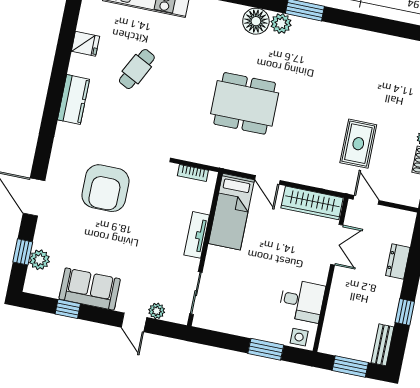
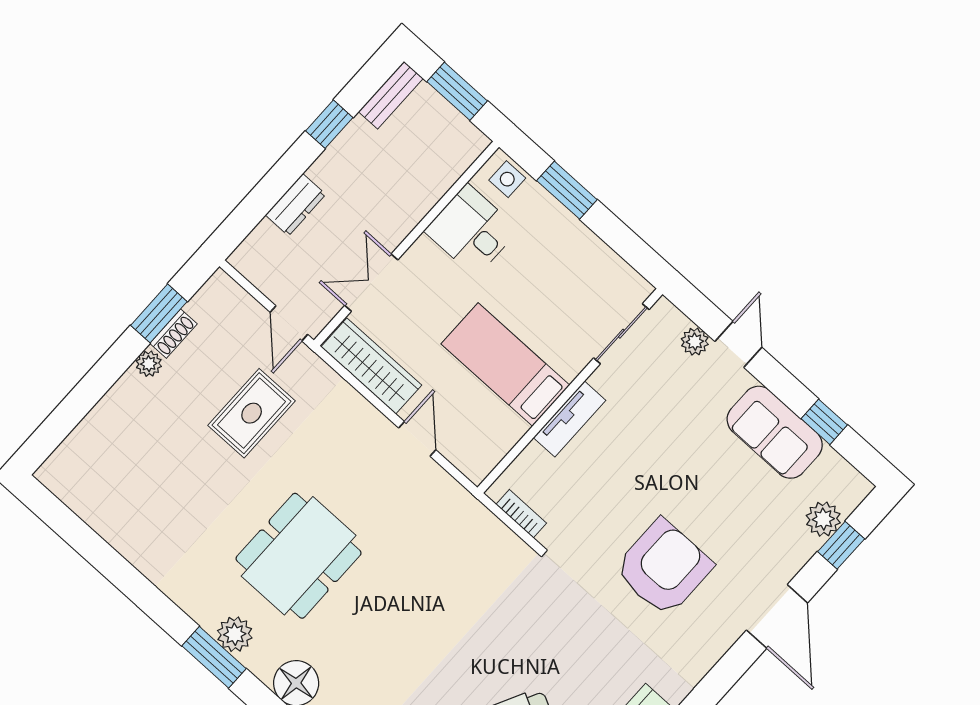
plant: (281, 23) -> (235, 634), moved
dining table: (245, 103) -> (299, 556), moved, turned 90
bed: (231, 212) -> (505, 365), moved, turned -90

